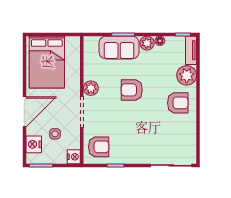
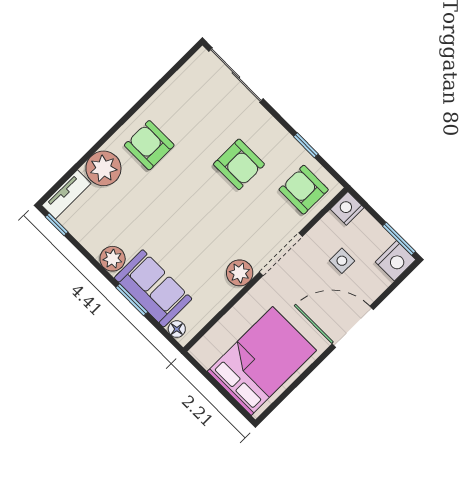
floor lamp: (160, 41) -> (177, 329), moved
armchair: (132, 90) -> (239, 164), moved
nightstand: (34, 144) -> (396, 261), moved

